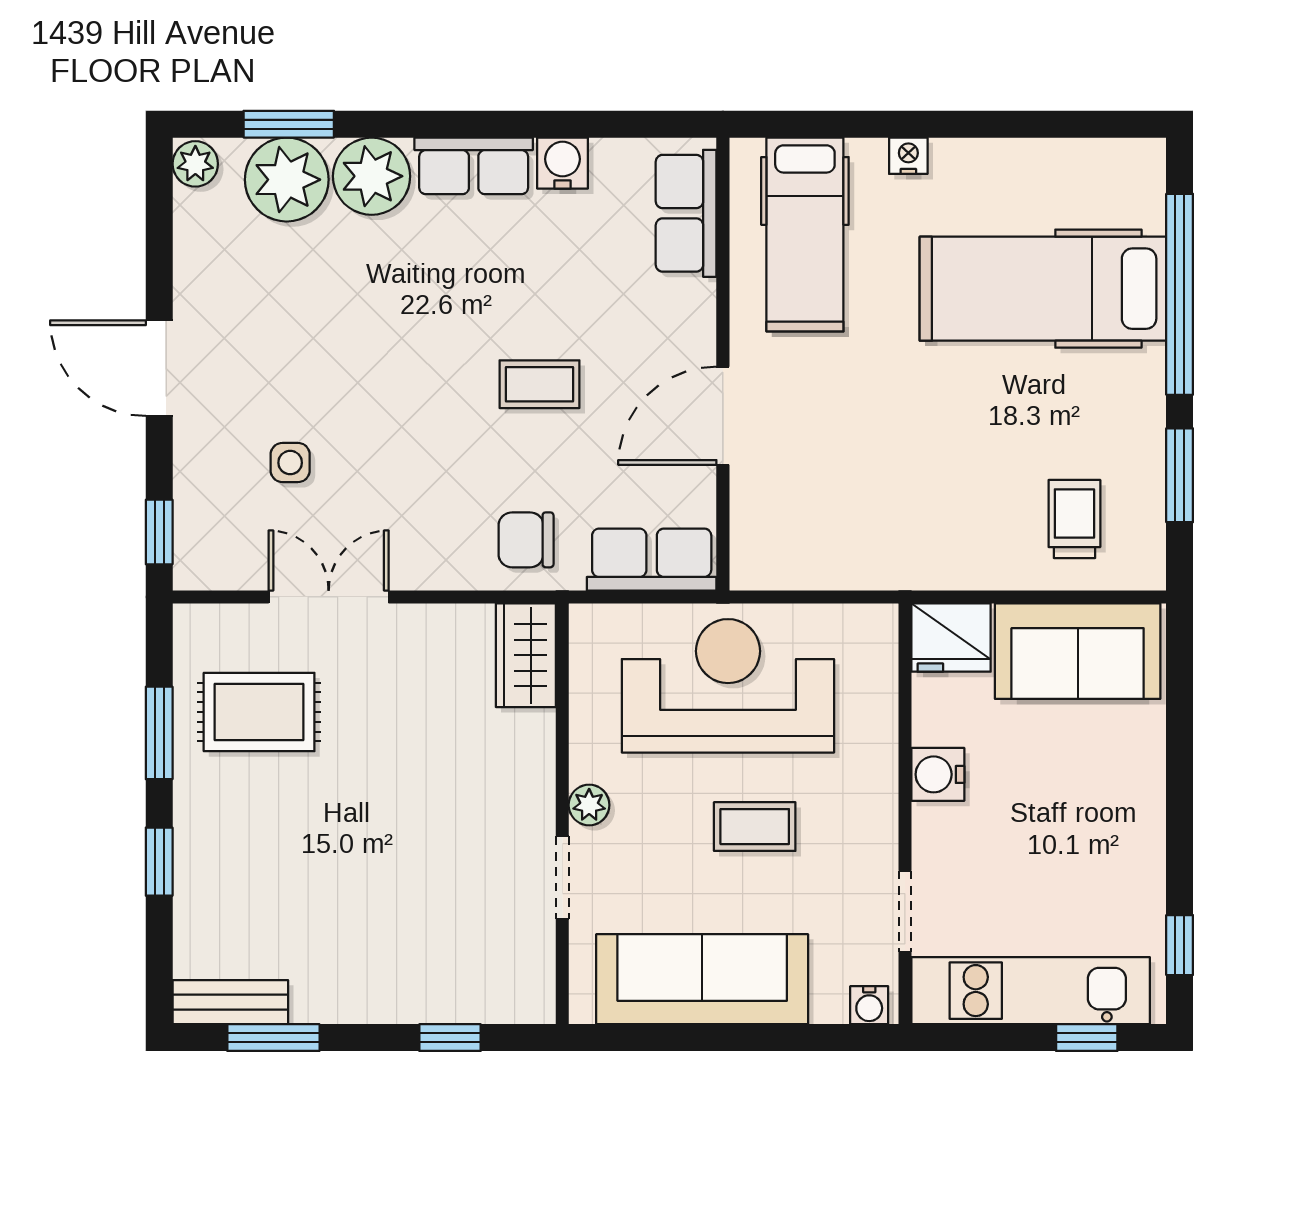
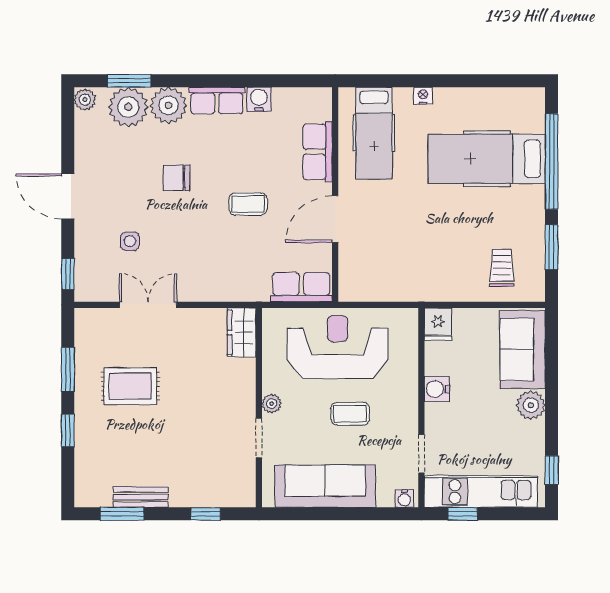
row of seats: (686, 213) -> (318, 152), moved
chair: (526, 540) -> (176, 178), moved
fridge: (951, 638) -> (438, 324), width x0.72
sofa: (1078, 651) -> (523, 350), moved, turned 90
rug: (259, 712) -> (130, 386), moved
plant: (1136, 808) -> (531, 405), added
bench: (230, 1002) -> (141, 497), moved
window: (1087, 1038) -> (463, 514), moved

